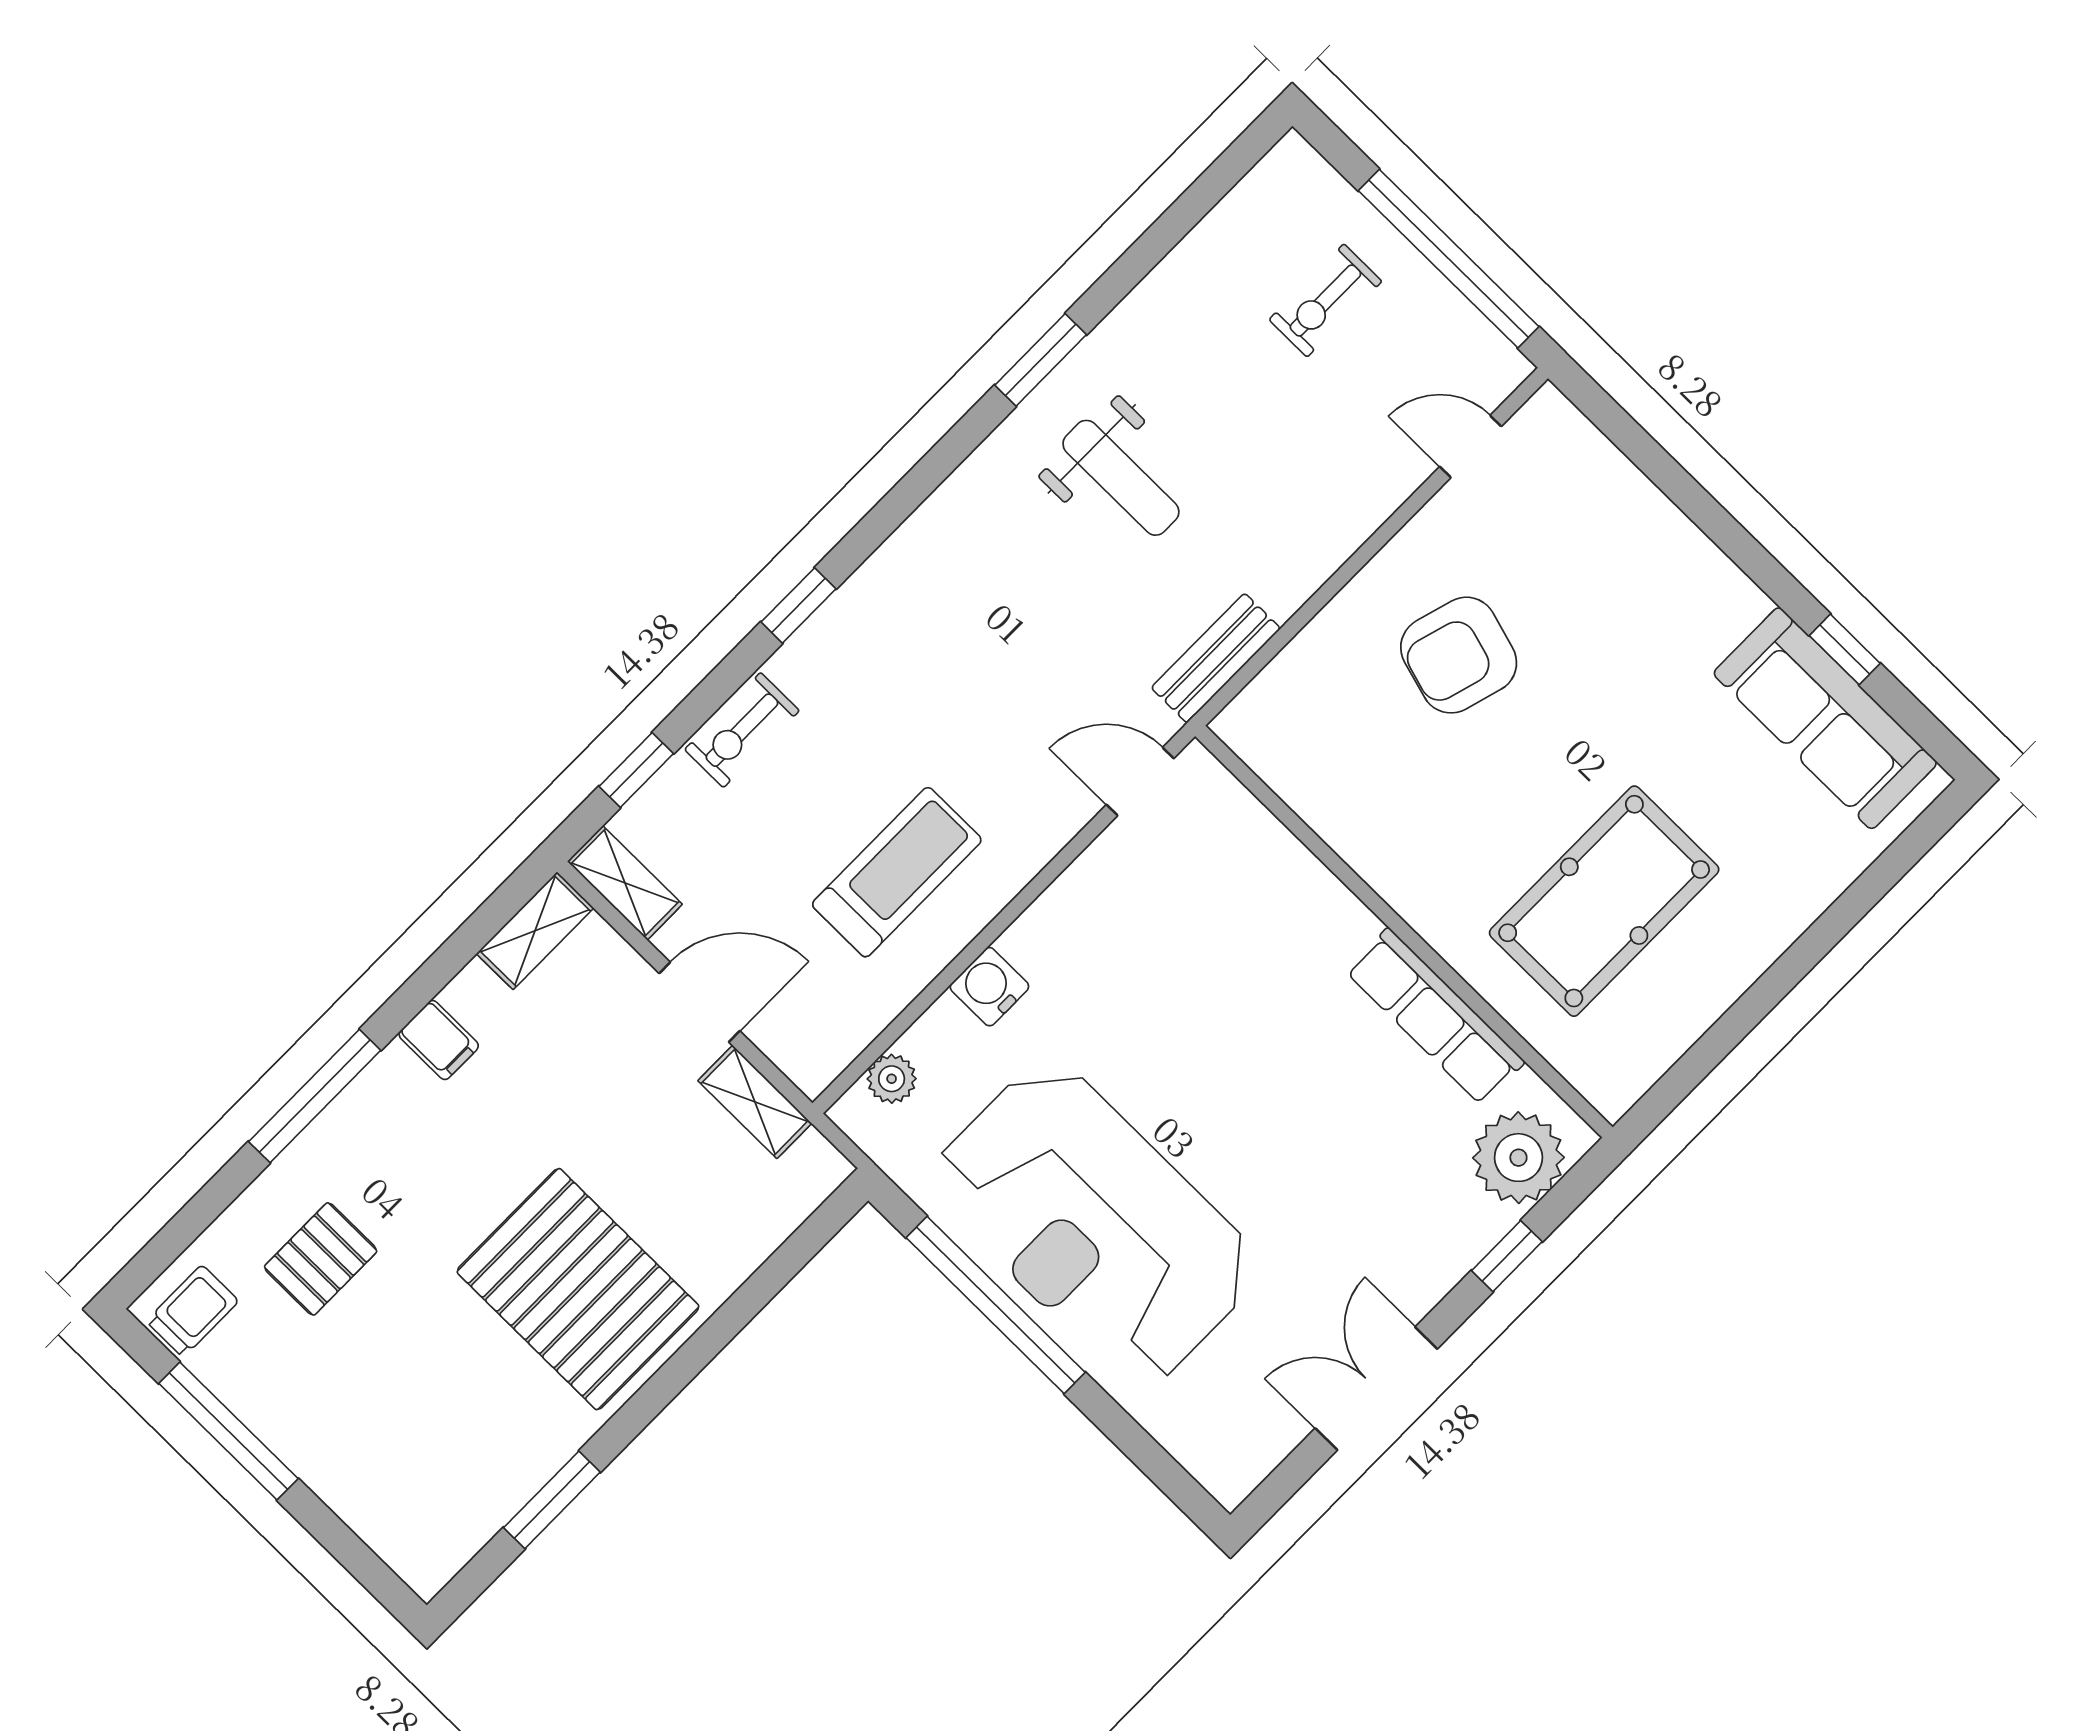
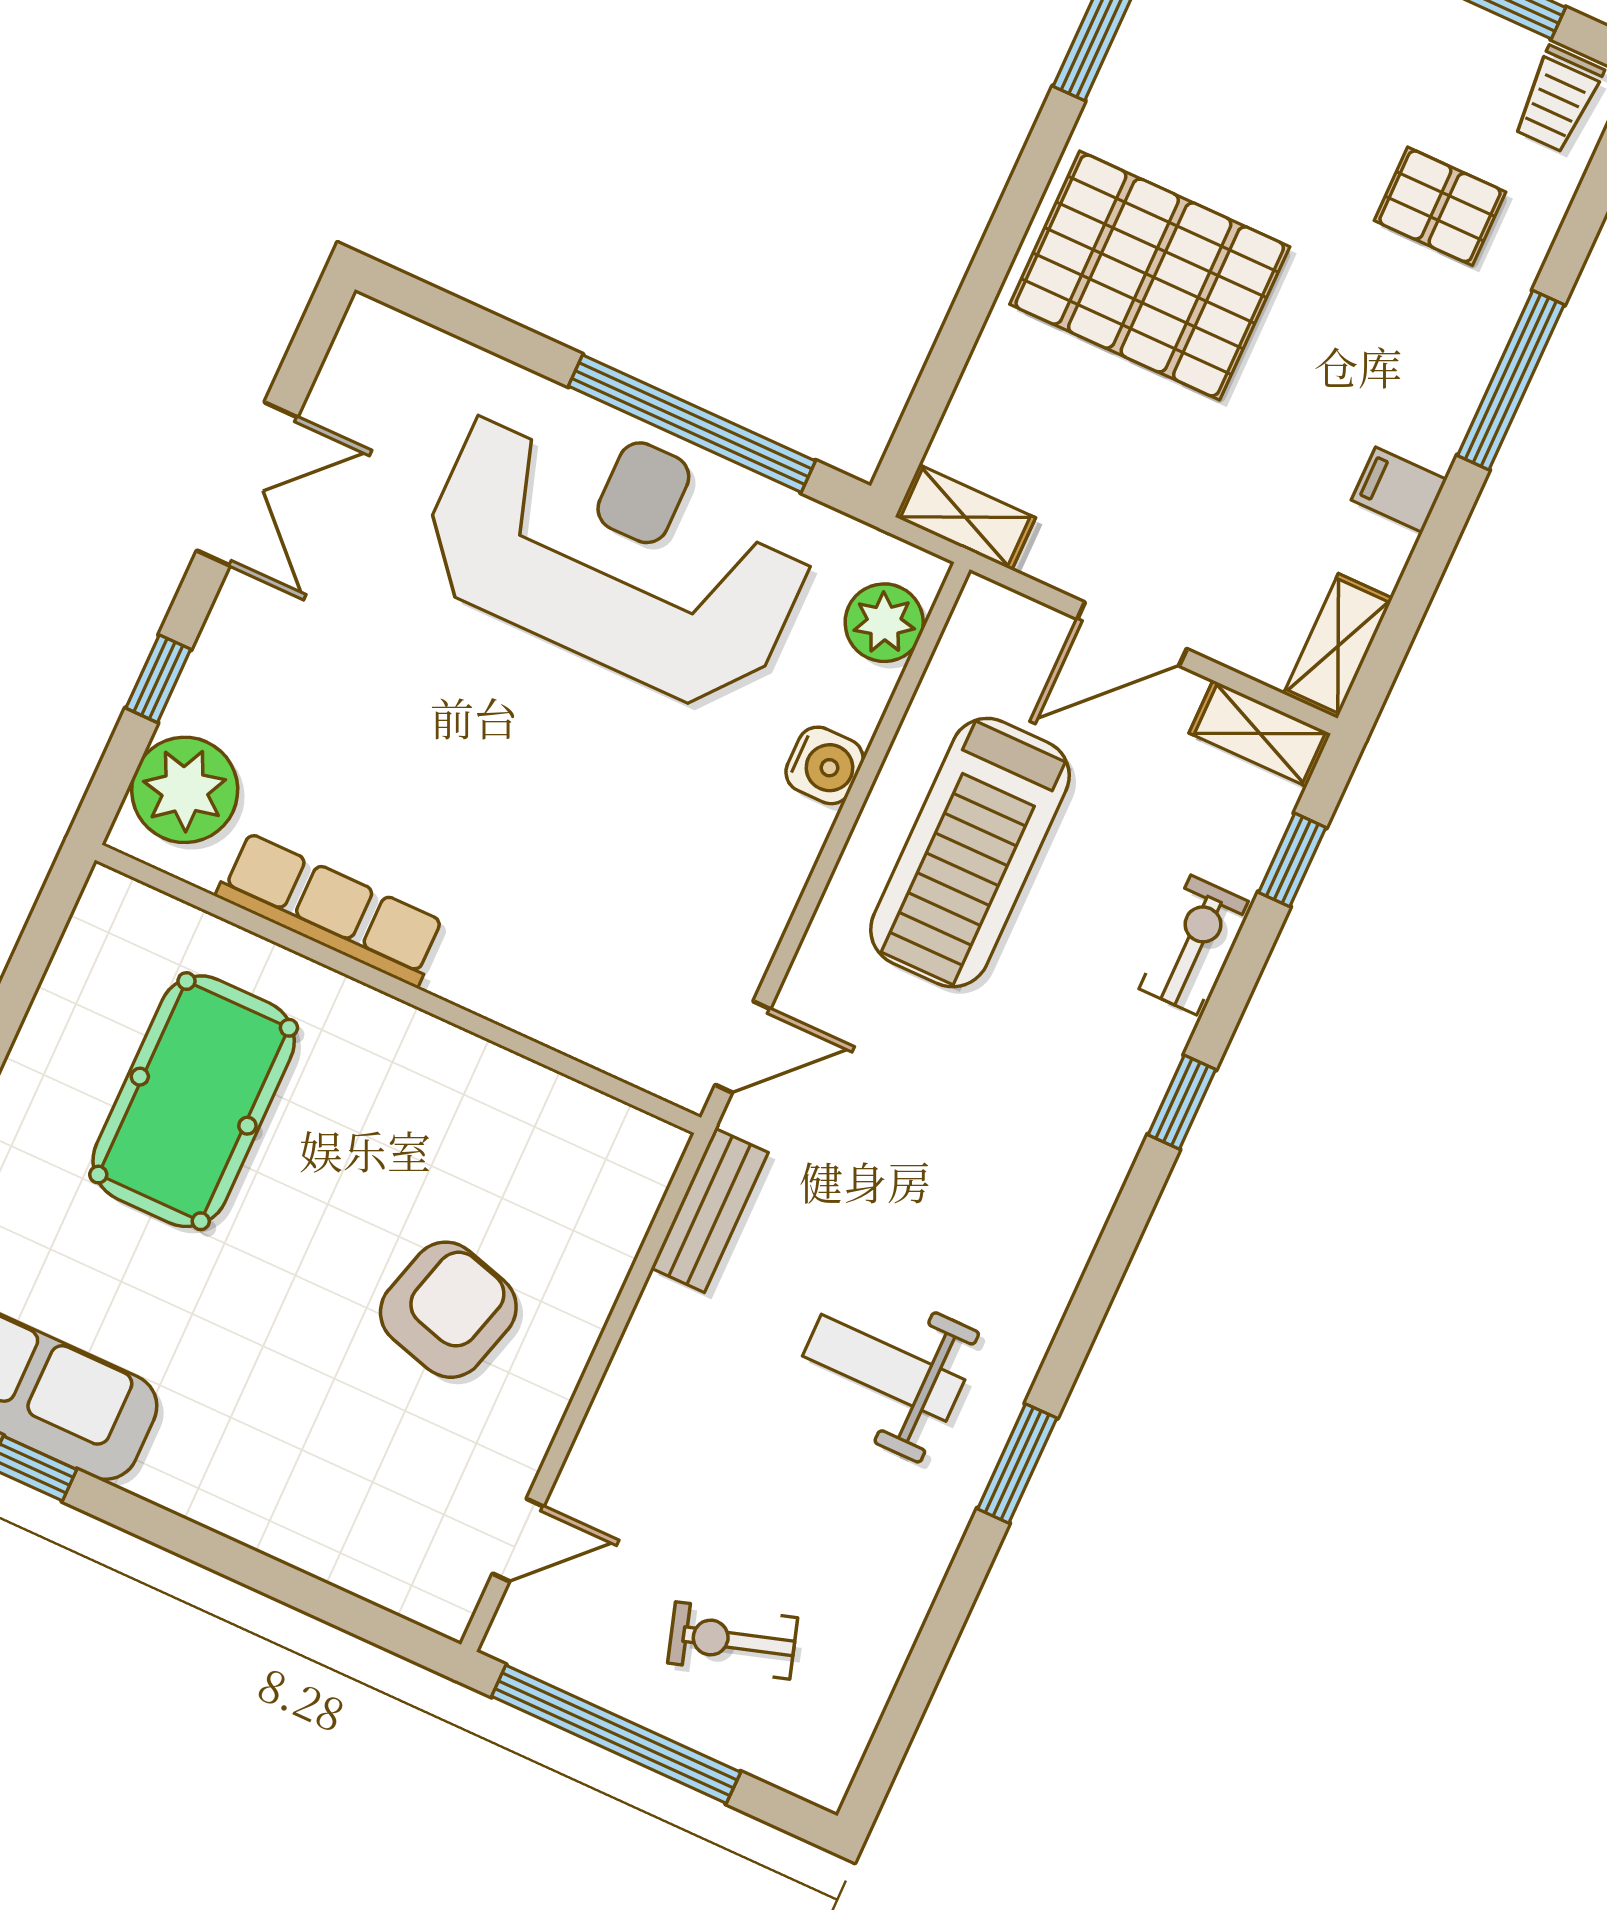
exercise bike: (1325, 300) -> (733, 1640), turned -107
treadmill: (897, 872) -> (970, 853), width x1.37, depth x1.38
plant: (892, 1079) -> (884, 623), width x1.38, depth x1.38
shelving: (755, 1102) -> (965, 517), moved
pallet: (321, 1259) -> (1440, 206), turned 90

